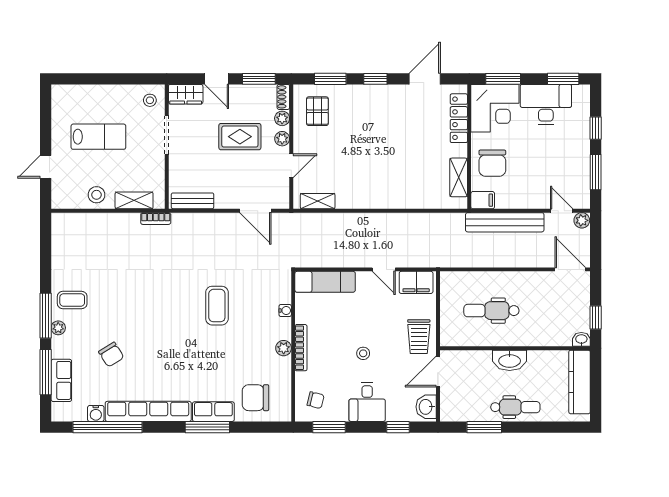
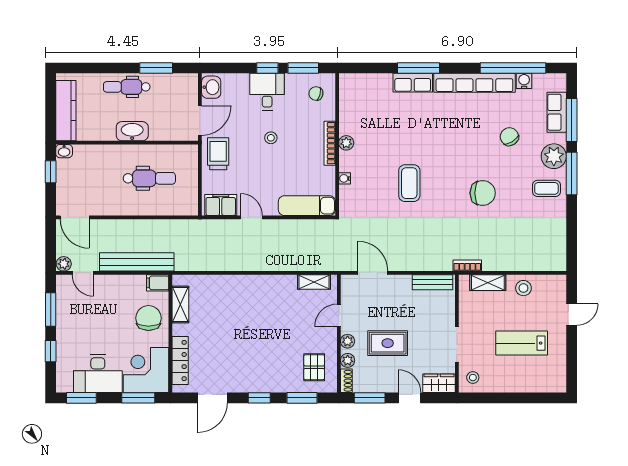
plant: (58, 328) -> (554, 156), width x1.87, depth x1.87
chair: (256, 398) -> (483, 193), moved
window: (398, 427) -> (267, 68), moved

